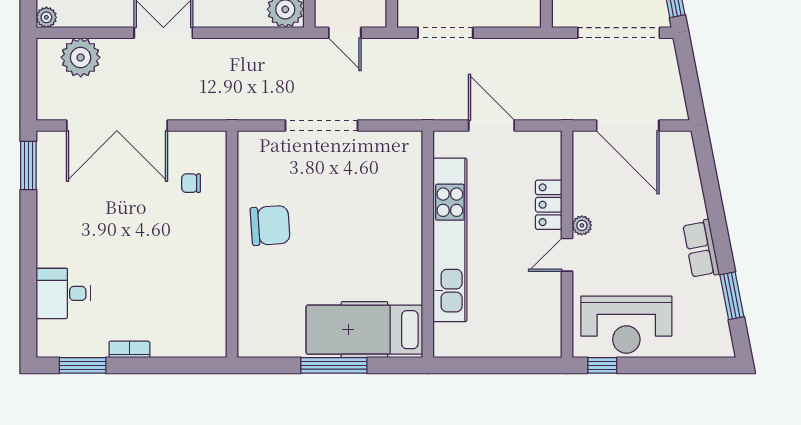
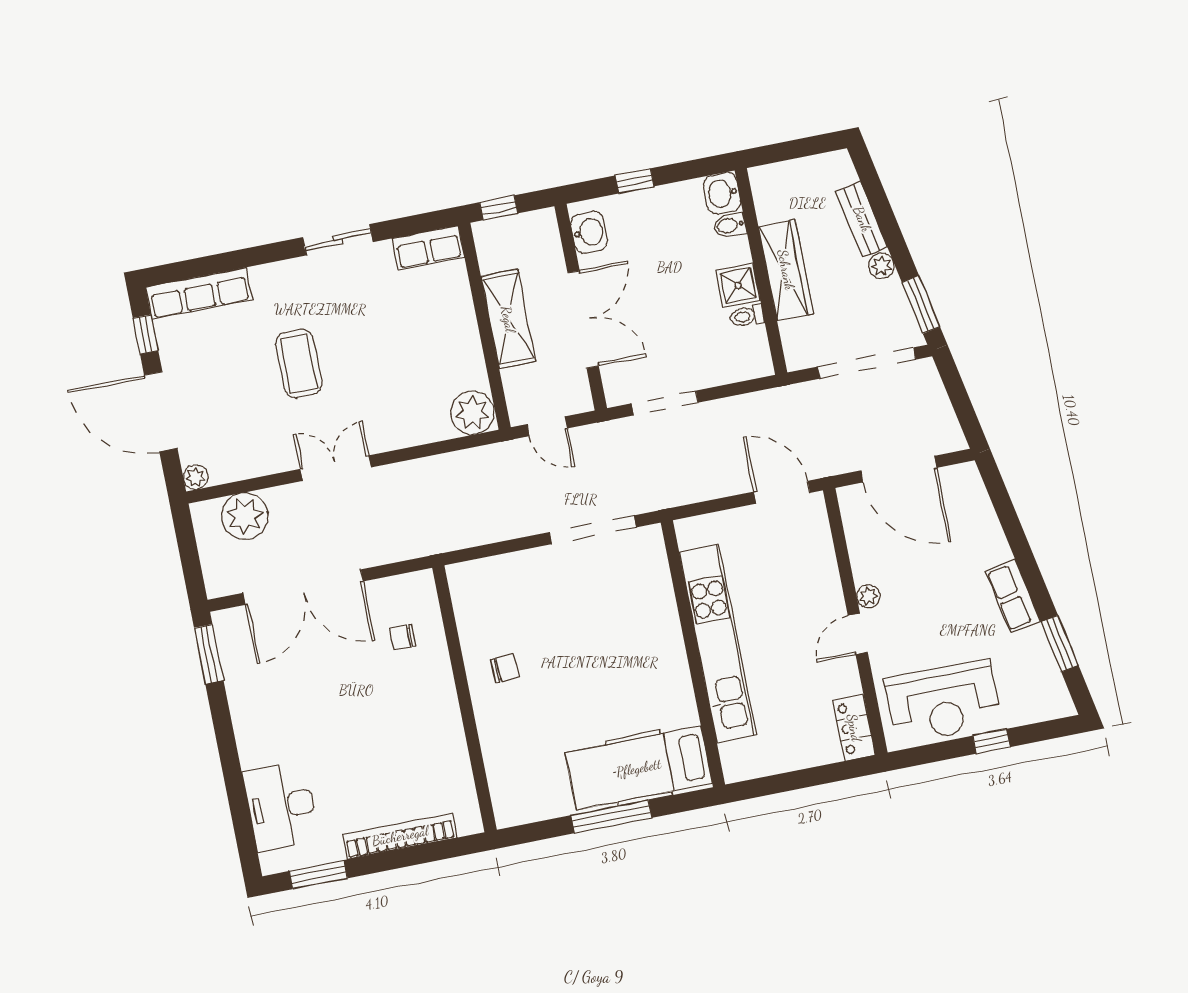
doorway: (322, 126) -> (593, 530), moved
door: (491, 126) -> (782, 492), moved
locker: (549, 205) -> (854, 728), moved
chair: (270, 225) -> (505, 668), width x0.54, depth x0.54
desk: (63, 293) -> (281, 806), width x1.37
bookcase: (129, 349) -> (400, 836), width x2.31, depth x1.31
window: (602, 365) -> (991, 741), moved

